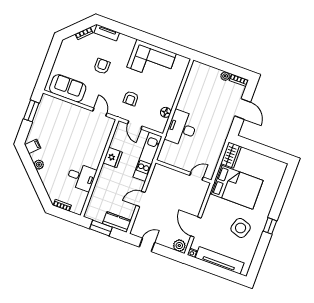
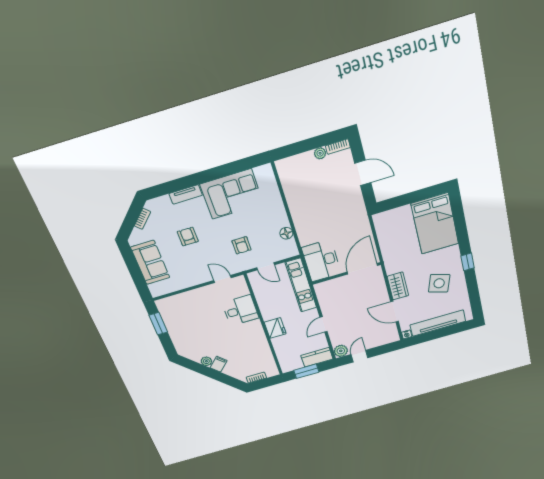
tv unit: (107, 33) -> (186, 194), moved
sofa: (68, 88) -> (150, 262), moved, turned 90
desk: (182, 128) -> (321, 261), moved
filing cabinet: (33, 146) -> (219, 364), moved
wardrobe: (231, 155) -> (398, 286), moved
fridge: (113, 158) -> (275, 328), moved
door: (197, 176) -> (362, 269), width x1.88
desk: (81, 177) -> (241, 310), moved
bed: (236, 187) -> (435, 224), moved, turned 90
plant: (179, 246) -> (341, 351), moved

